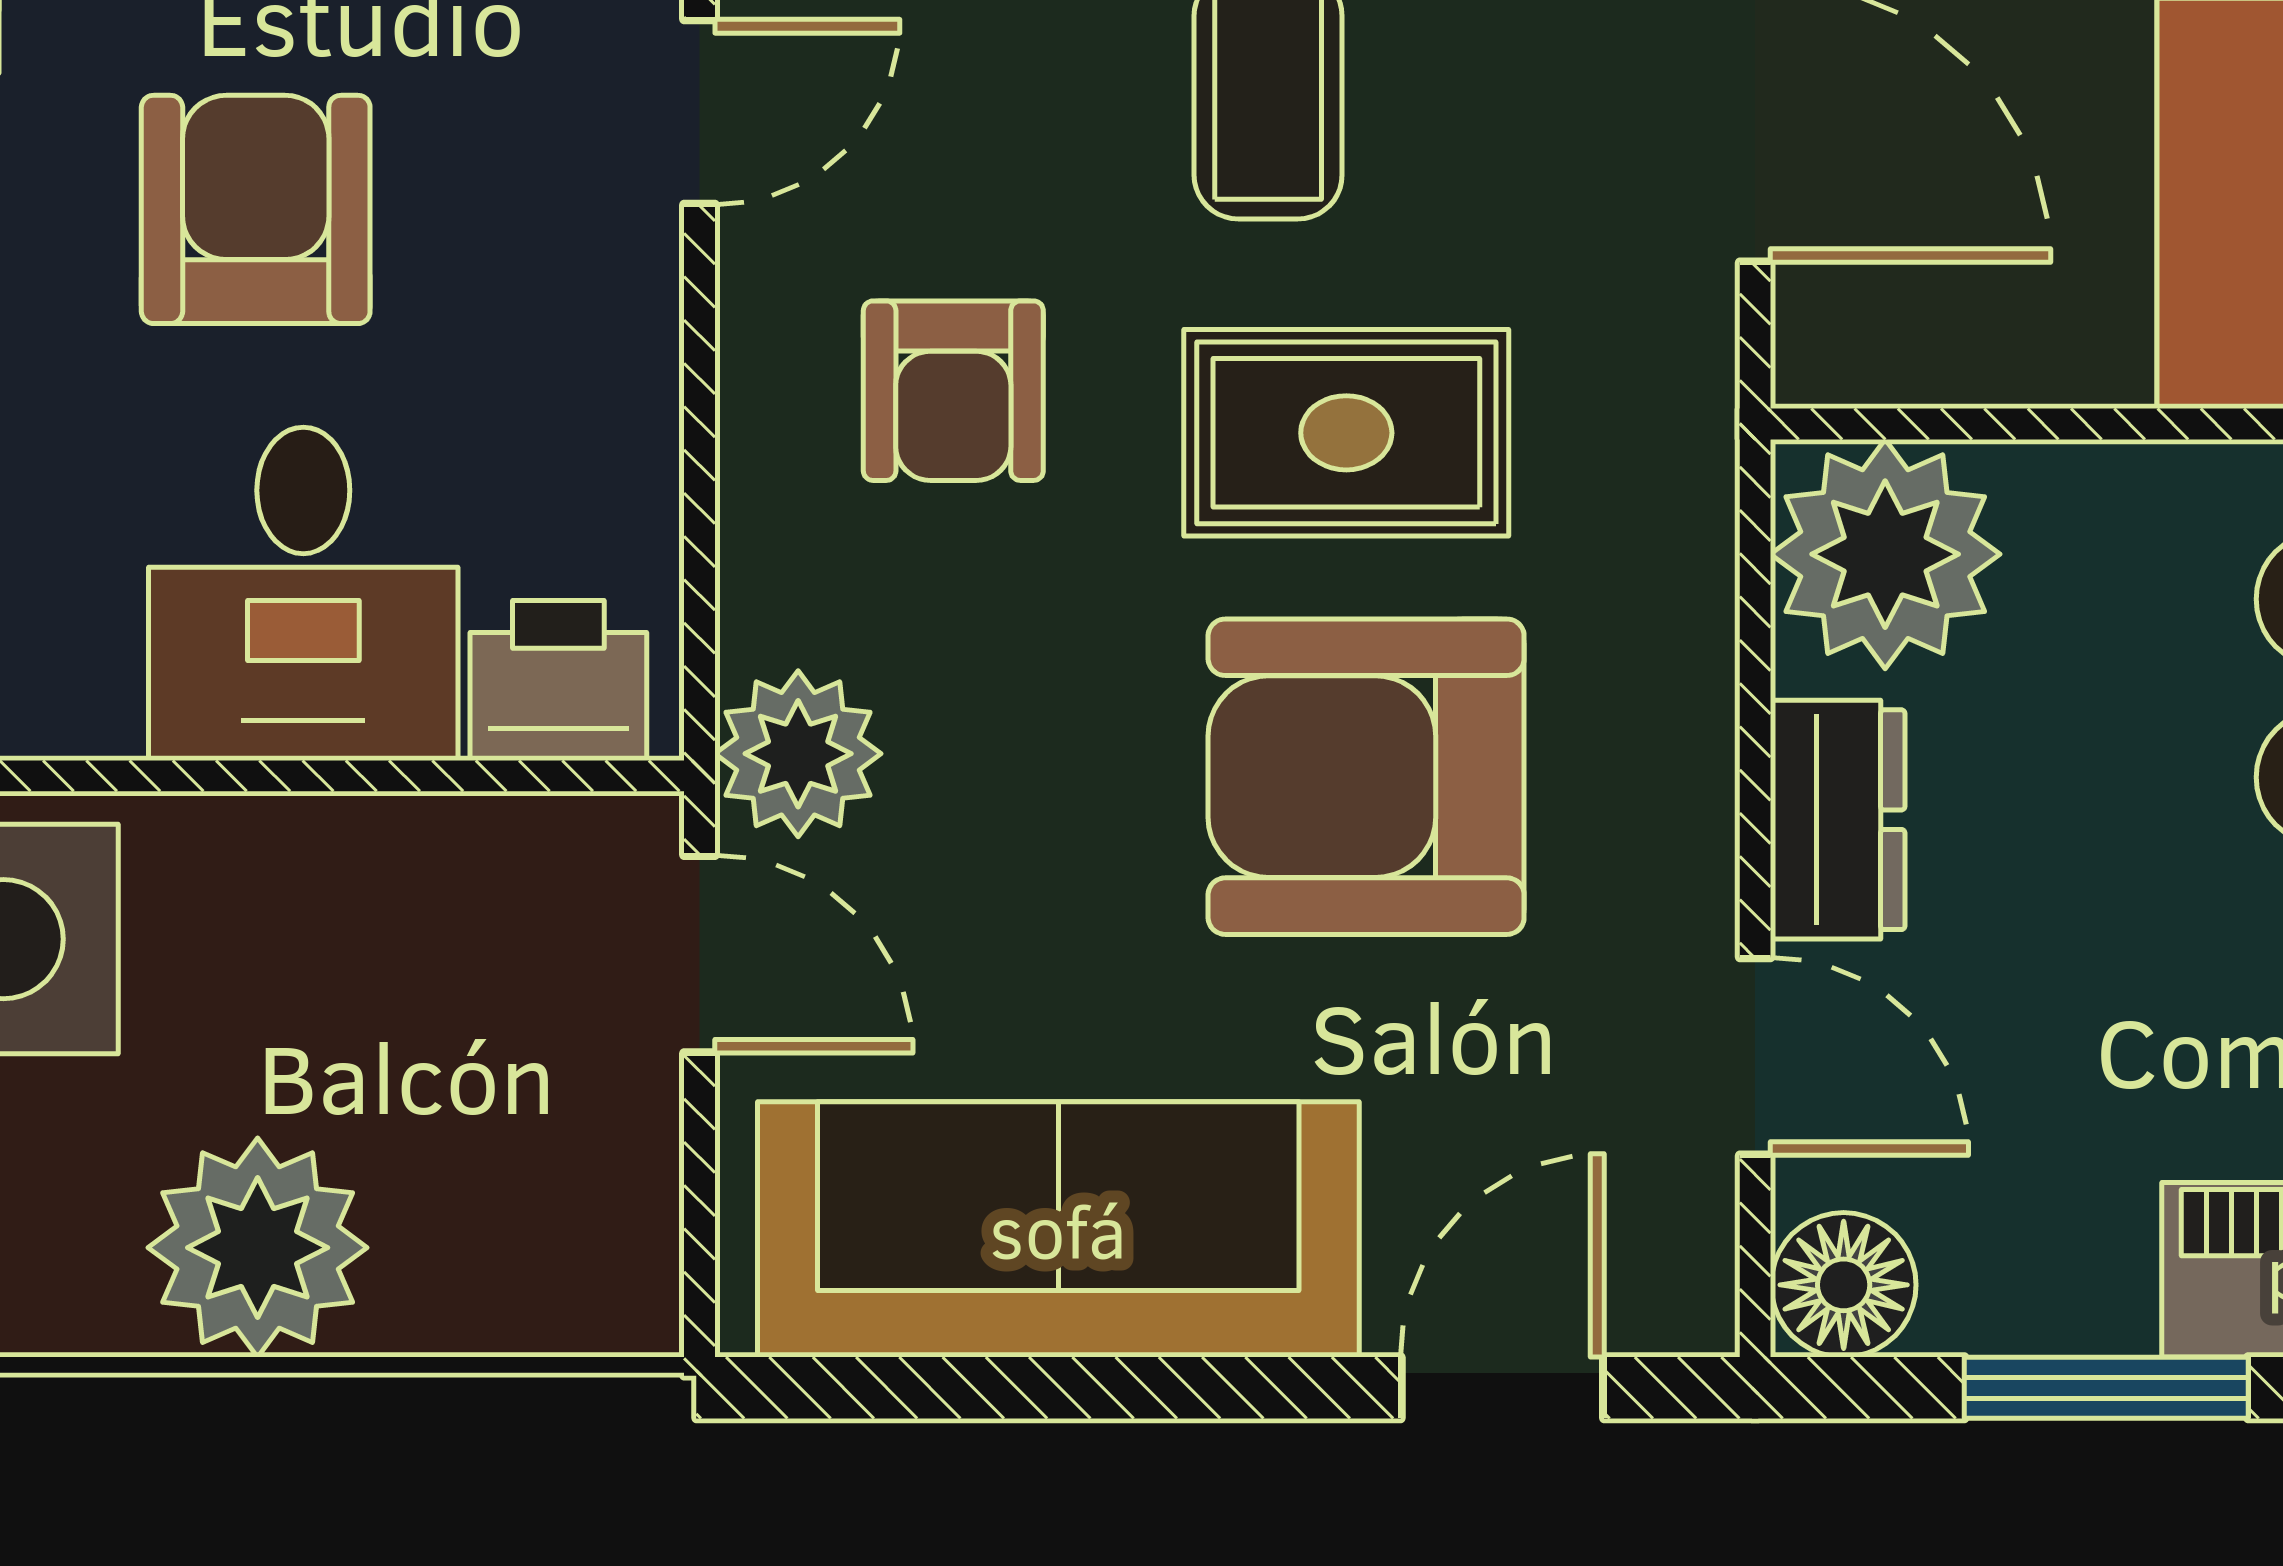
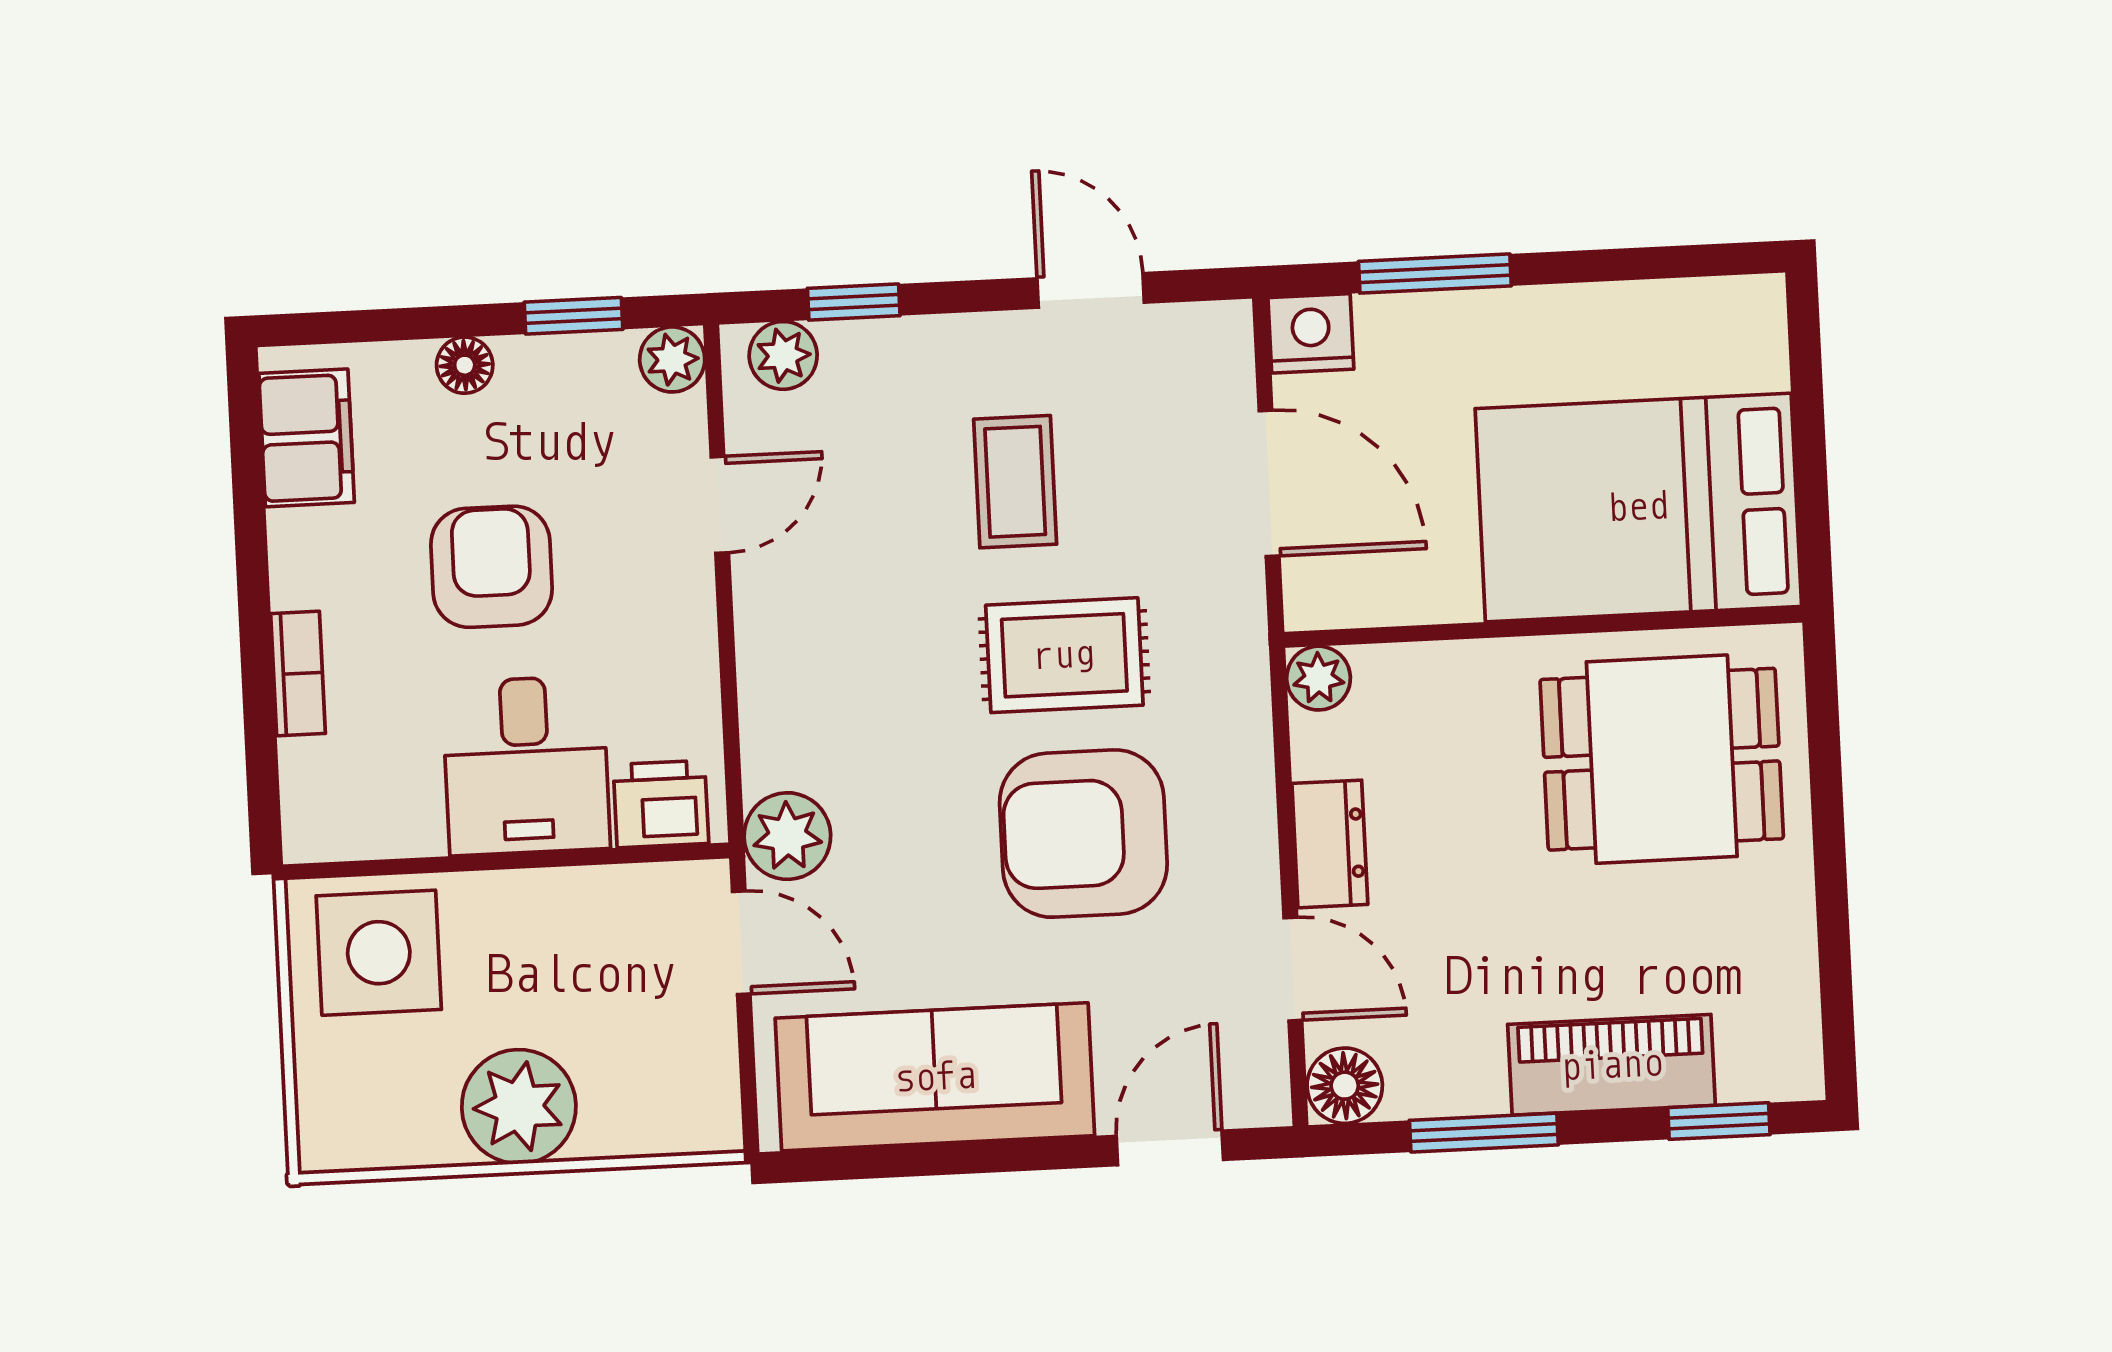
armchair: (953, 391) -> (859, 643), removed
plant: (1885, 554) -> (1319, 678), width x0.53, depth x0.53

